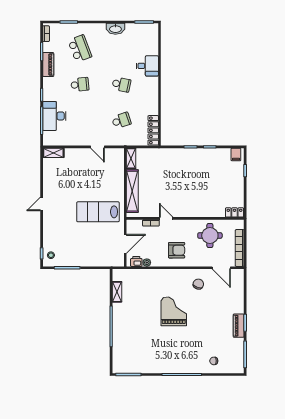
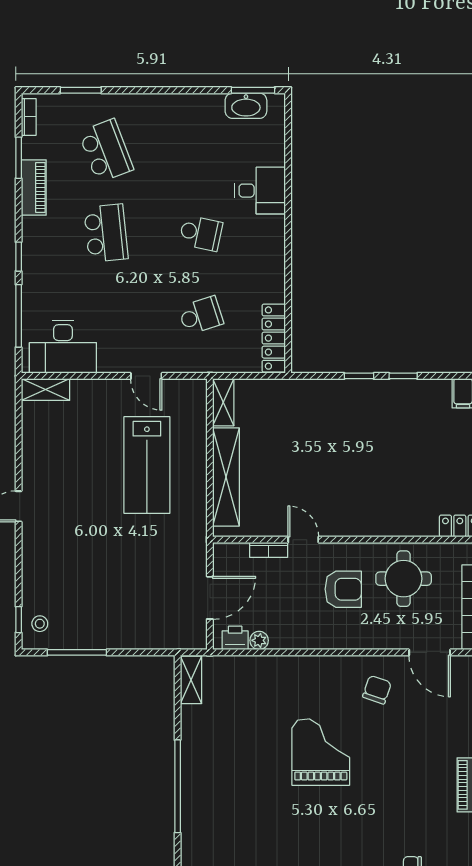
washbasin: (115, 29) -> (246, 106), moved
school desk: (80, 84) -> (106, 233), width x1.85
desk: (54, 116) -> (63, 347), moved, turned -90
lab bench: (98, 212) -> (147, 465), moved, turned -90
armchair: (177, 250) -> (343, 589), moved
shelving: (117, 292) -> (191, 680), moved

